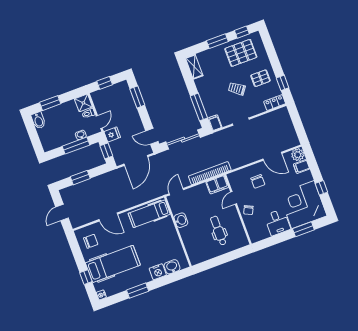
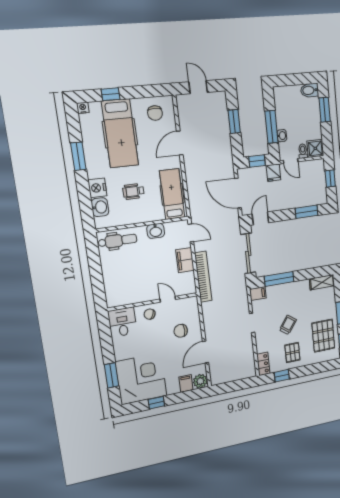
filing cabinet: (217, 185) -> (185, 260), moved
desk: (277, 222) -> (122, 322), moved, turned 90
dental chair: (218, 231) -> (118, 241), moved
wheelchair: (154, 244) -> (133, 191), added

